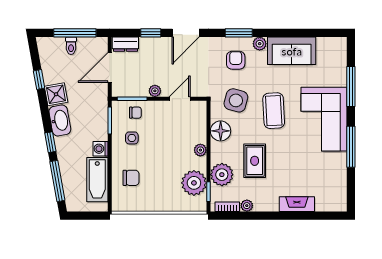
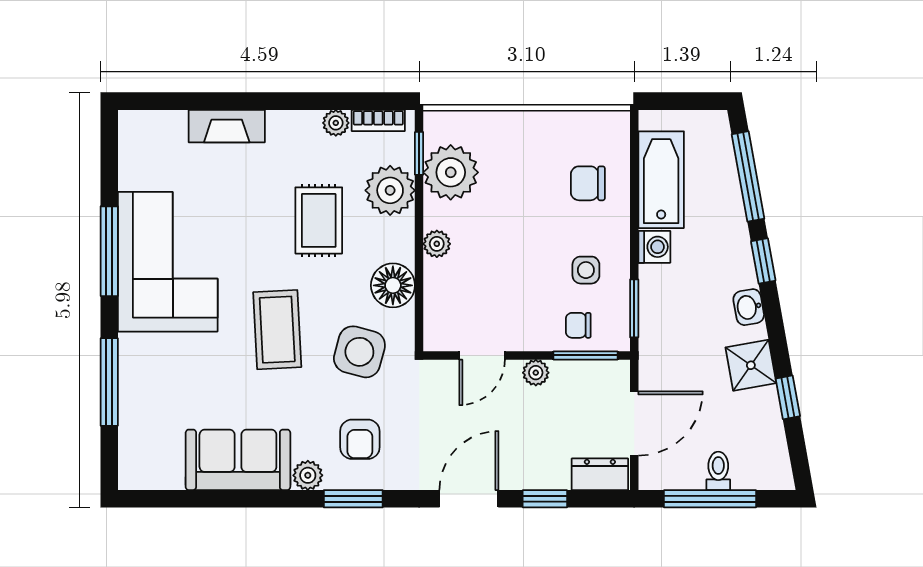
corner sofa: (324, 119) -> (168, 262), moved
washbasin: (60, 120) -> (749, 307), width x0.52, depth x0.69

